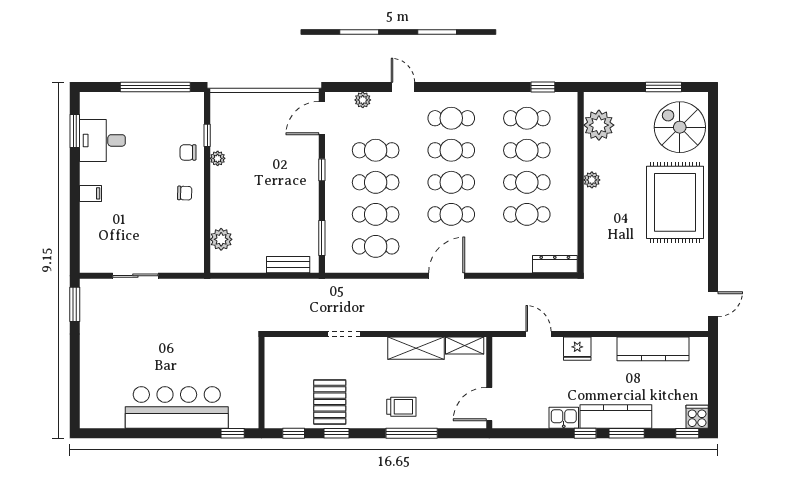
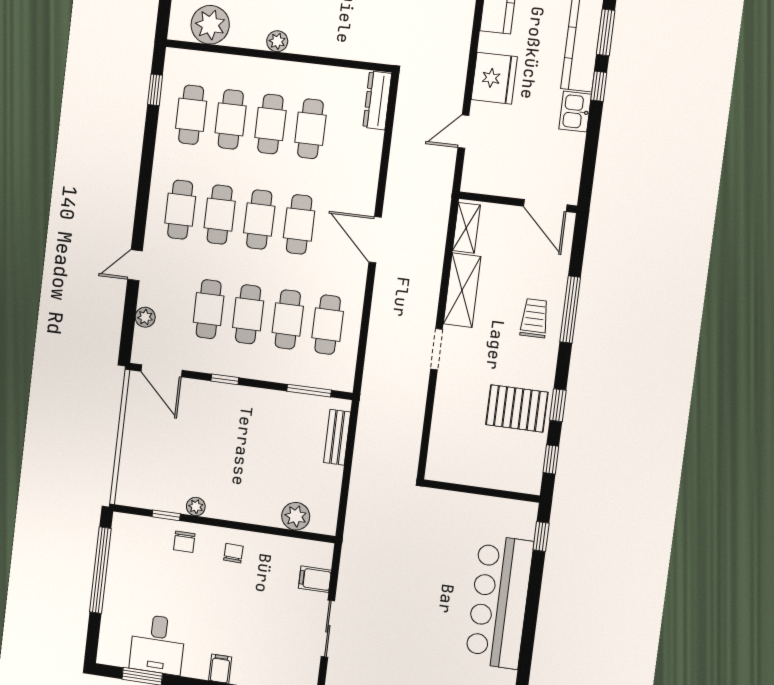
filing cabinet: (173, 261) -> (315, 579), added
doorway: (344, 334) -> (436, 349), moved
fridge: (577, 349) -> (494, 78), width x1.36, depth x1.34

